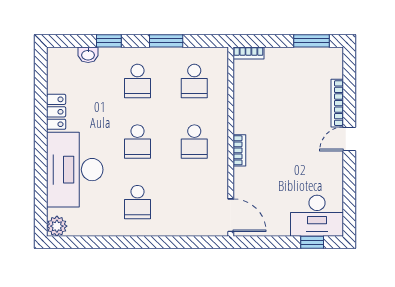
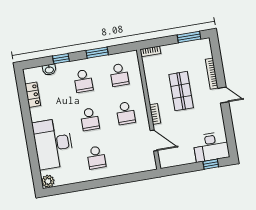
locker: (56, 112) -> (33, 95), moved
shop shelf: (285, 122) -> (181, 91), added
door: (349, 139) -> (223, 95), swing flipped
door: (231, 215) -> (154, 140), moved

